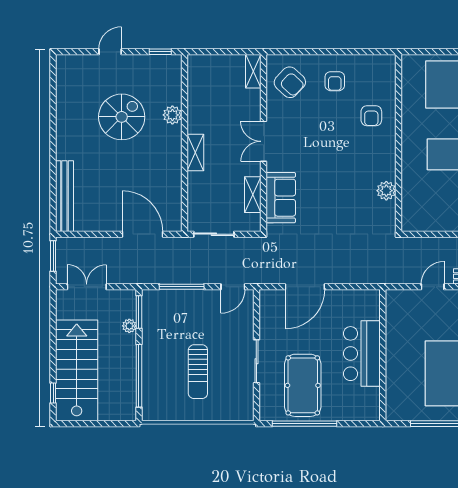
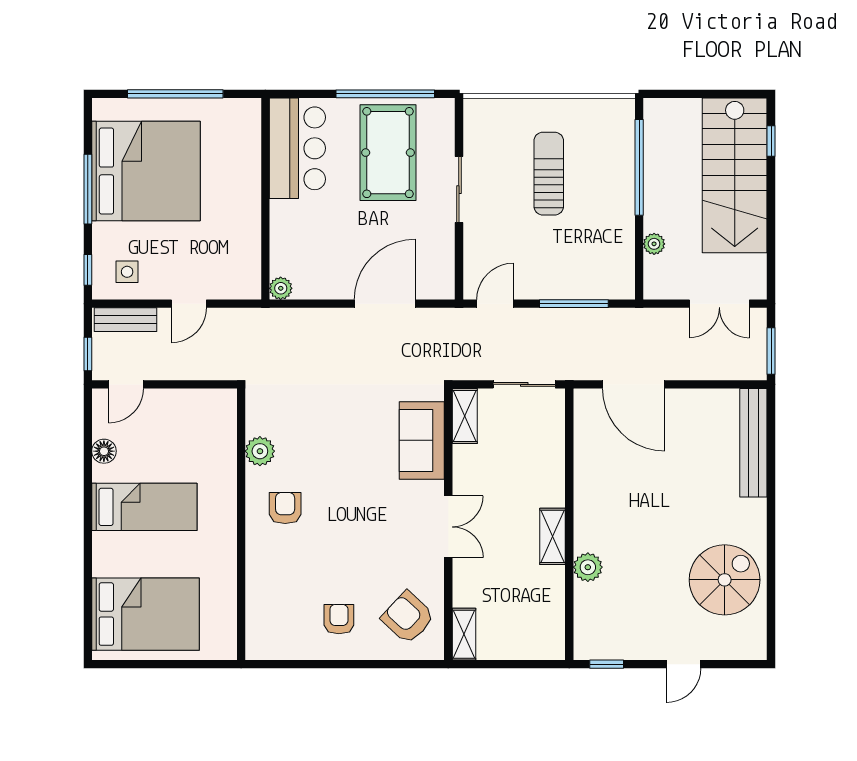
armchair: (371, 116) -> (285, 508), moved
spiral stairs: (122, 117) -> (725, 580), moved, turned 180
shelving: (195, 153) -> (553, 536), moved
shelving: (253, 195) -> (465, 416), moved
plant: (373, 297) -> (281, 288), added
window: (139, 312) -> (639, 265), removed
bar counter: (362, 354) -> (297, 148), moved

